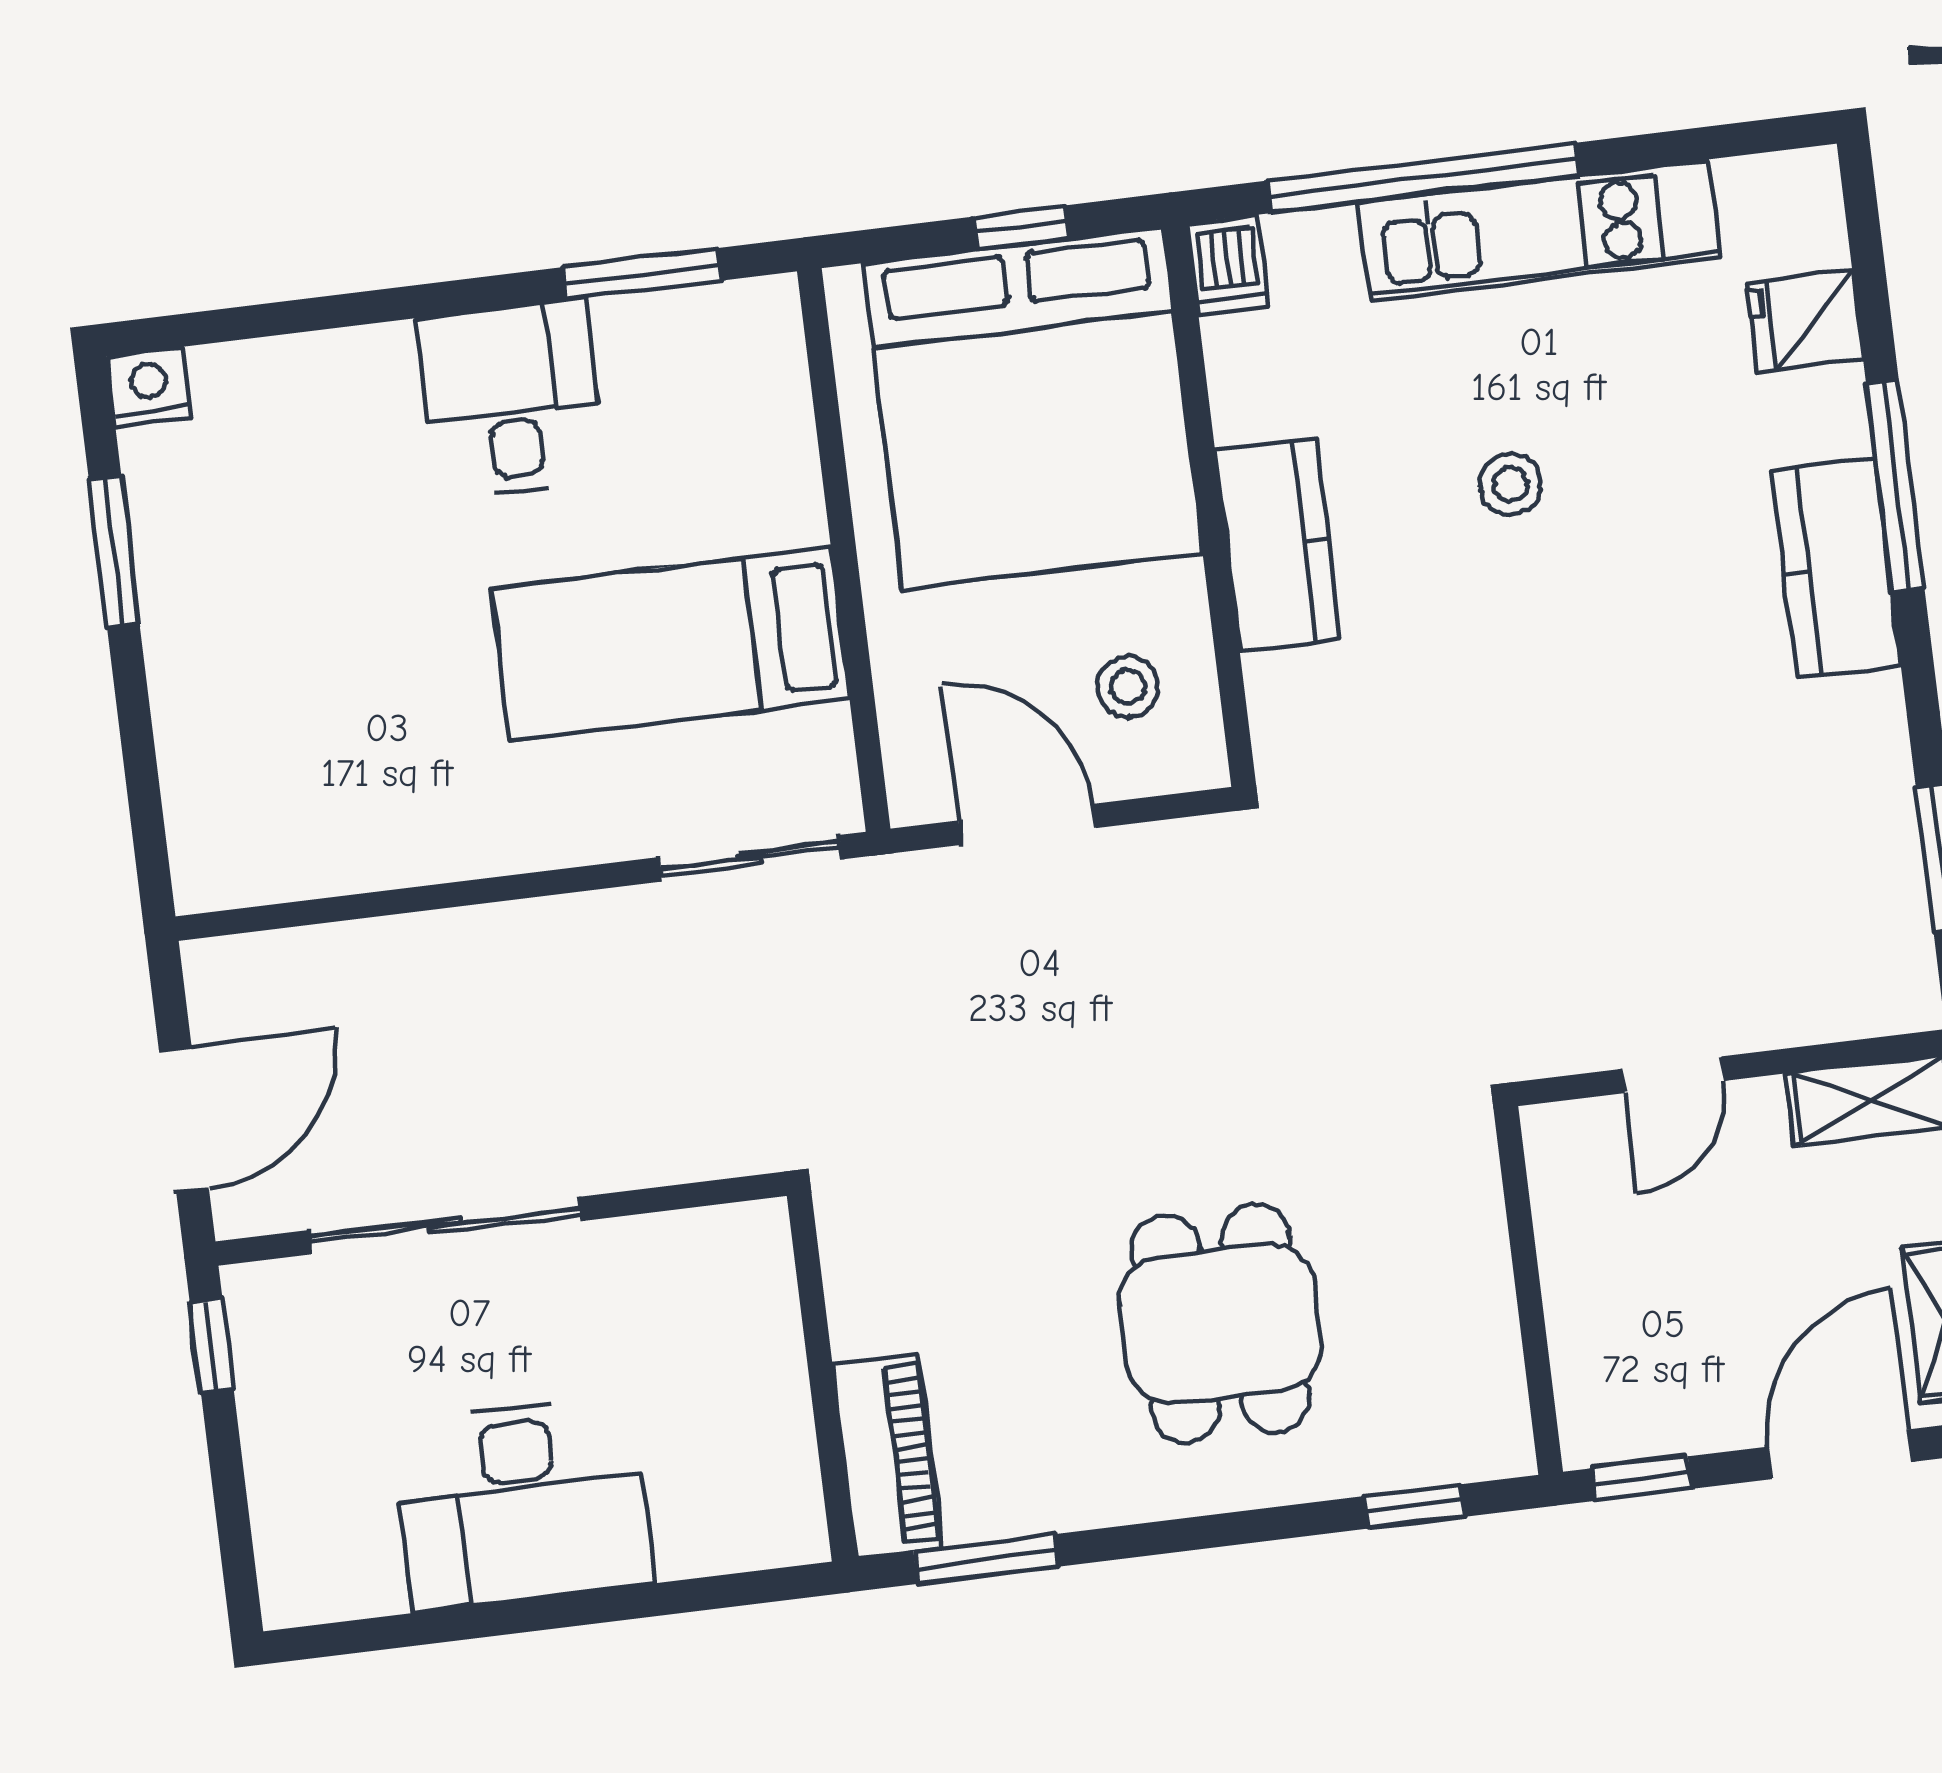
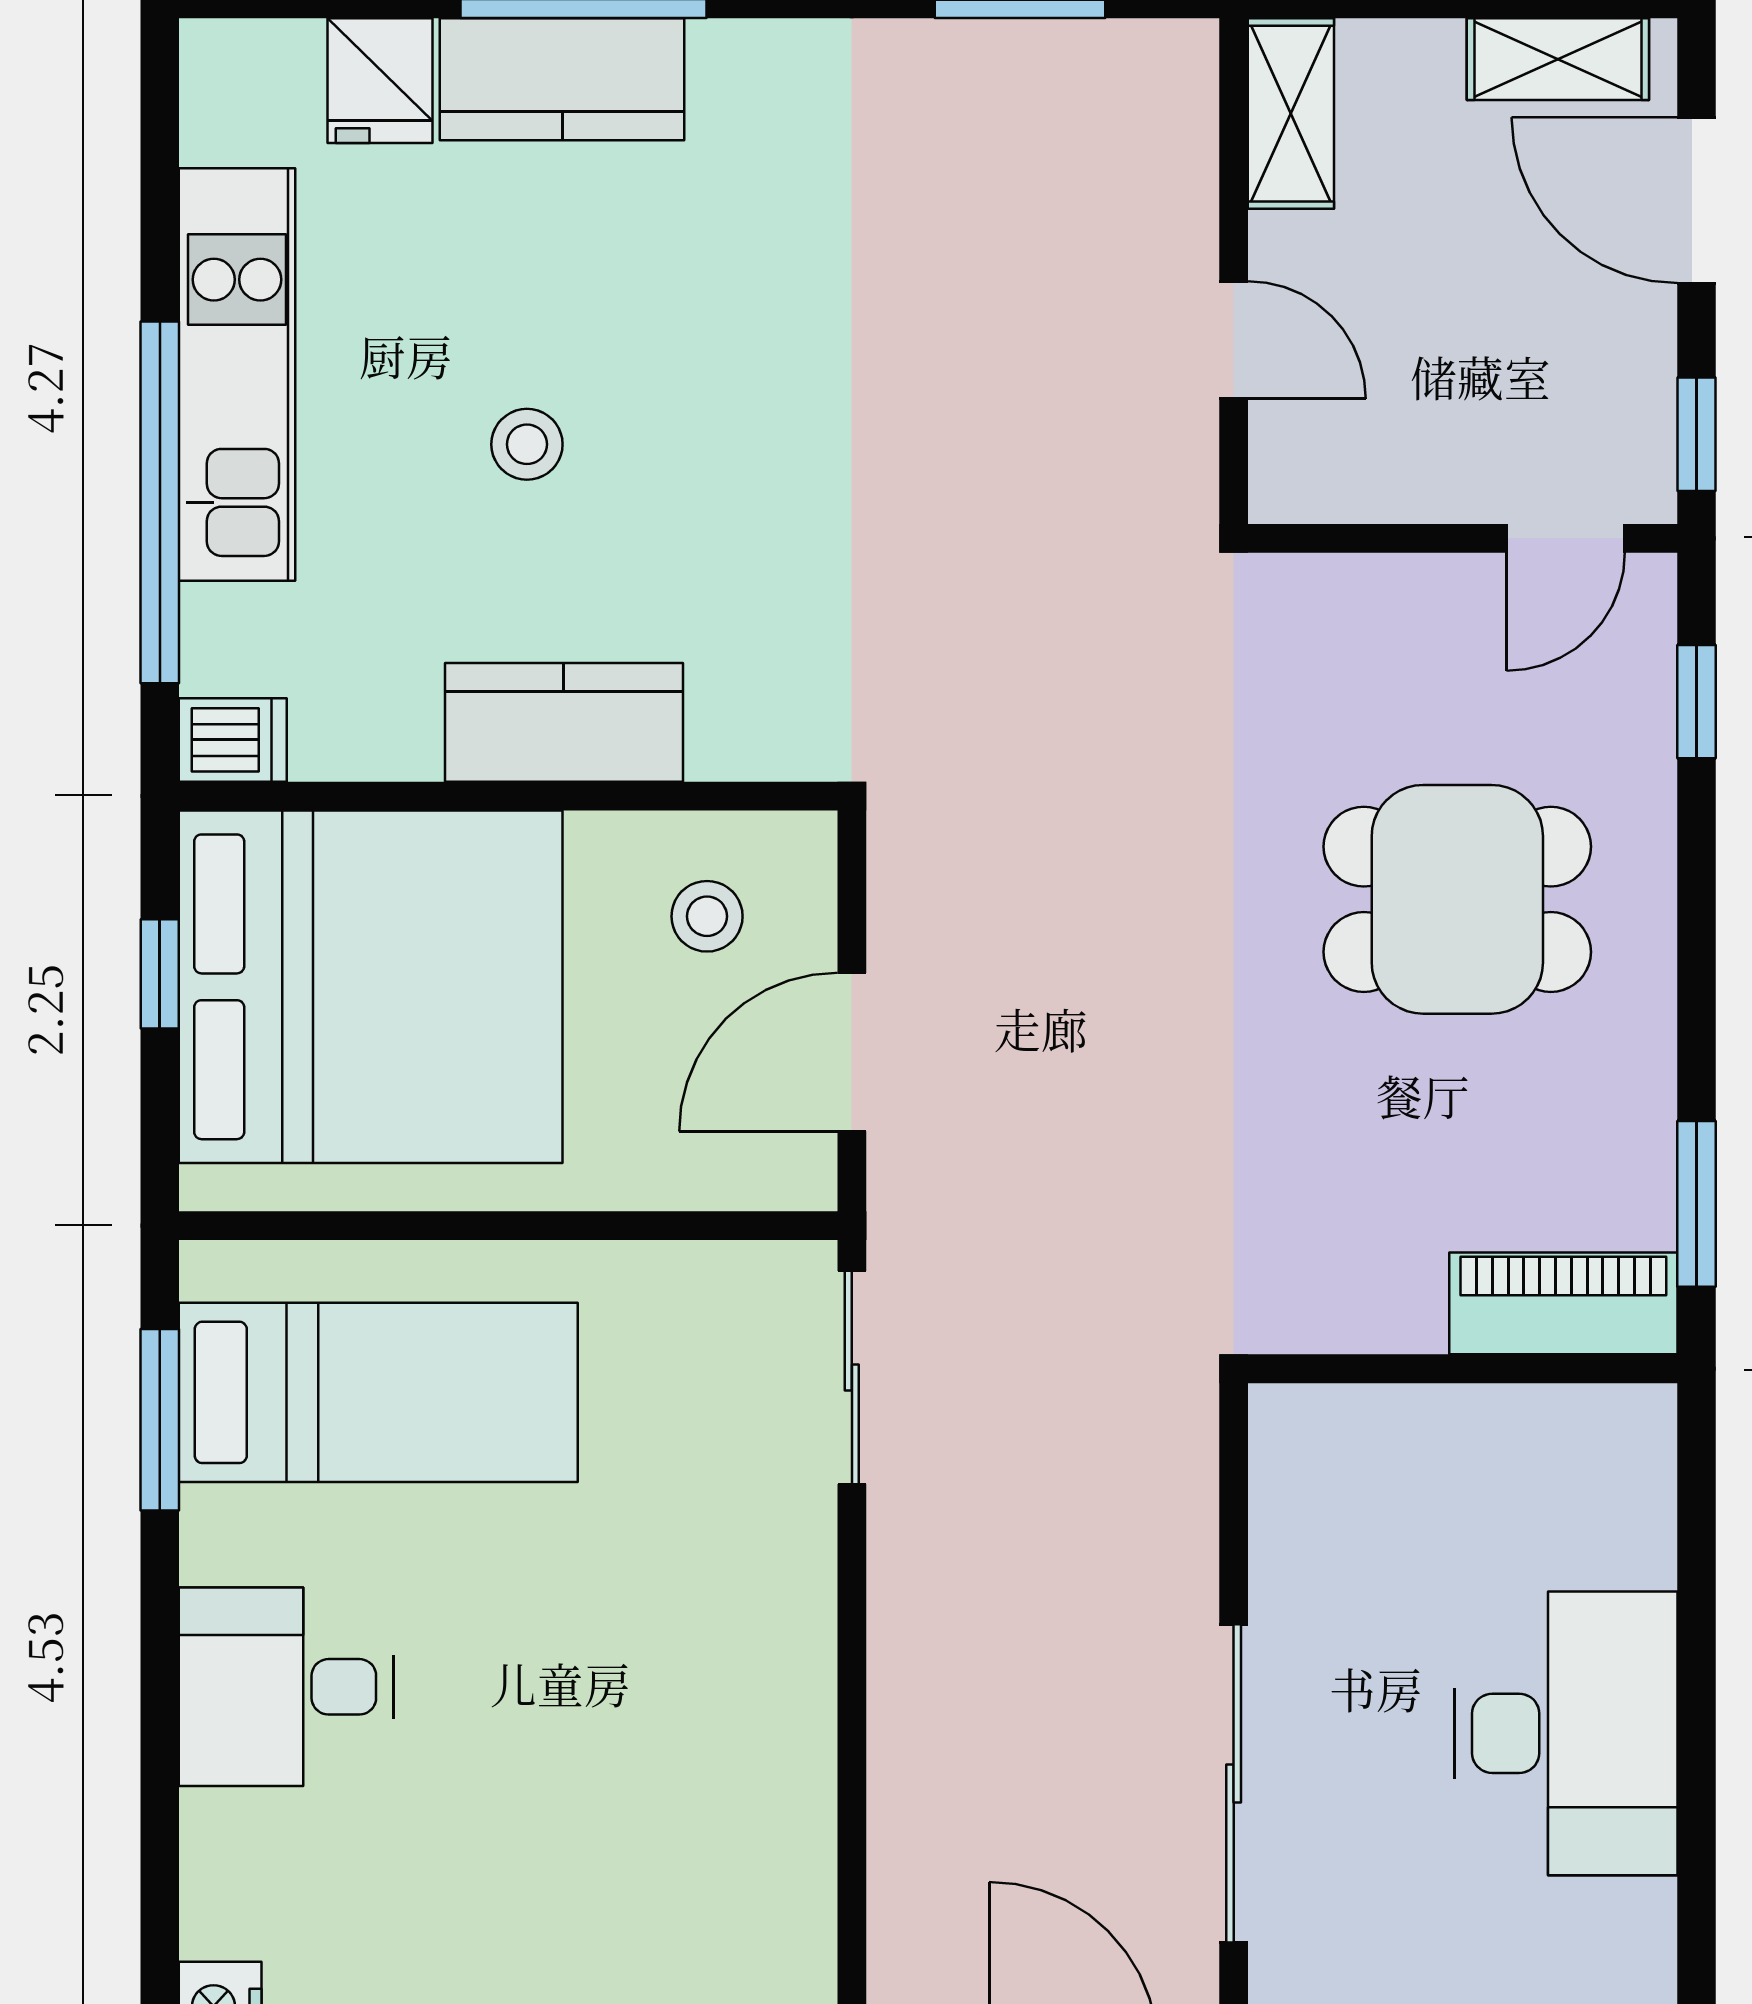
desk: (511, 399) -> (286, 1687), moved
kitchen counter: (1836, 568) -> (562, 79), moved
bed: (671, 644) -> (378, 1392), moved, turned -90
door: (1539, 1378) -> (1566, 538), added

